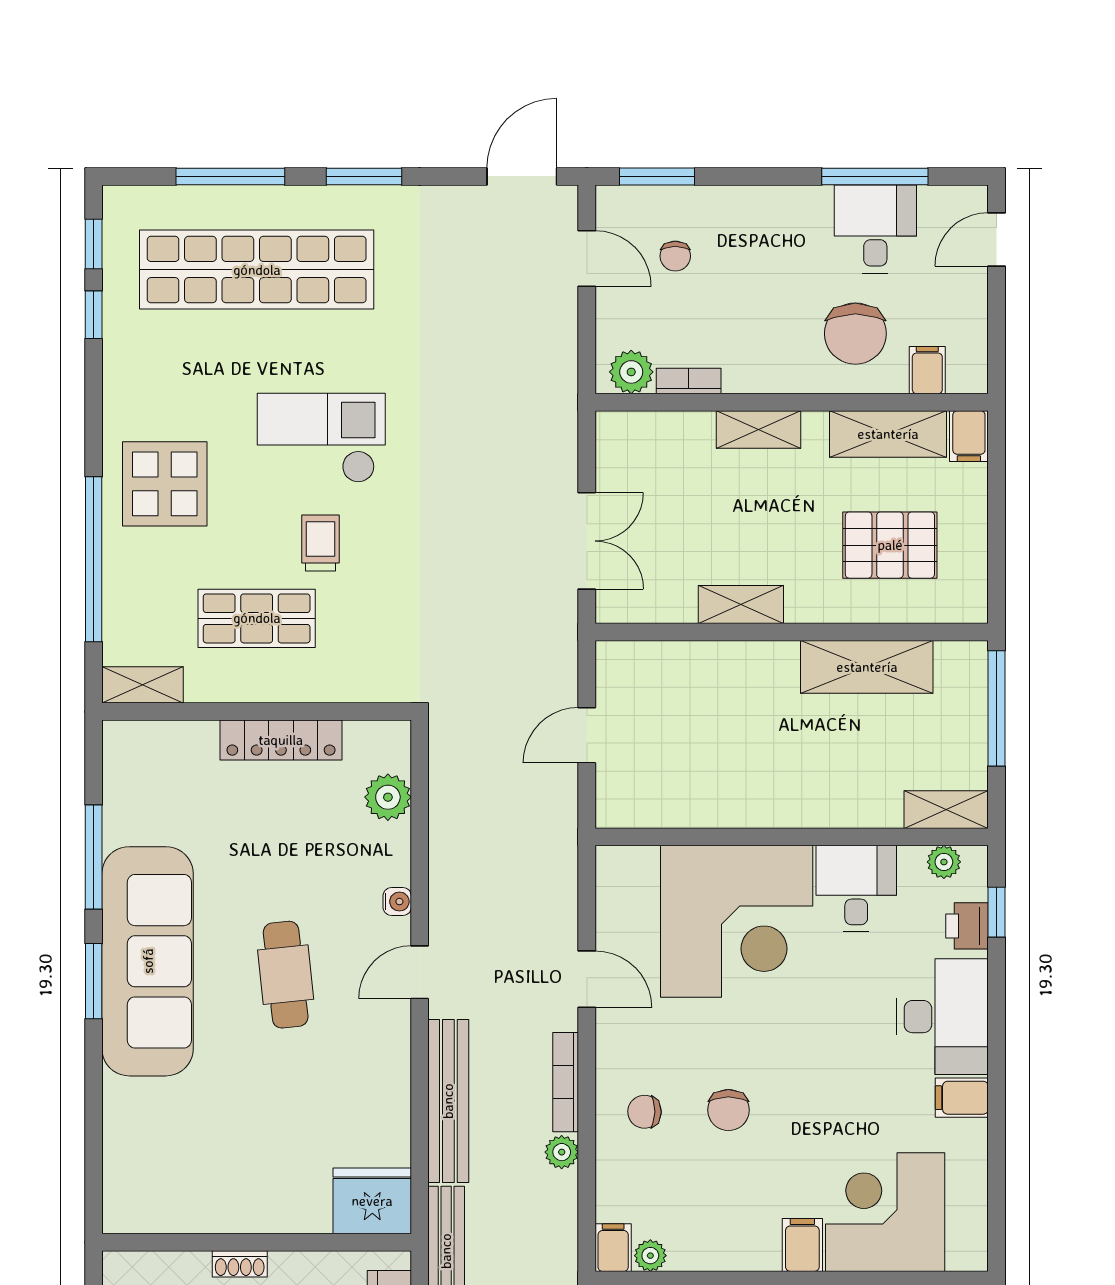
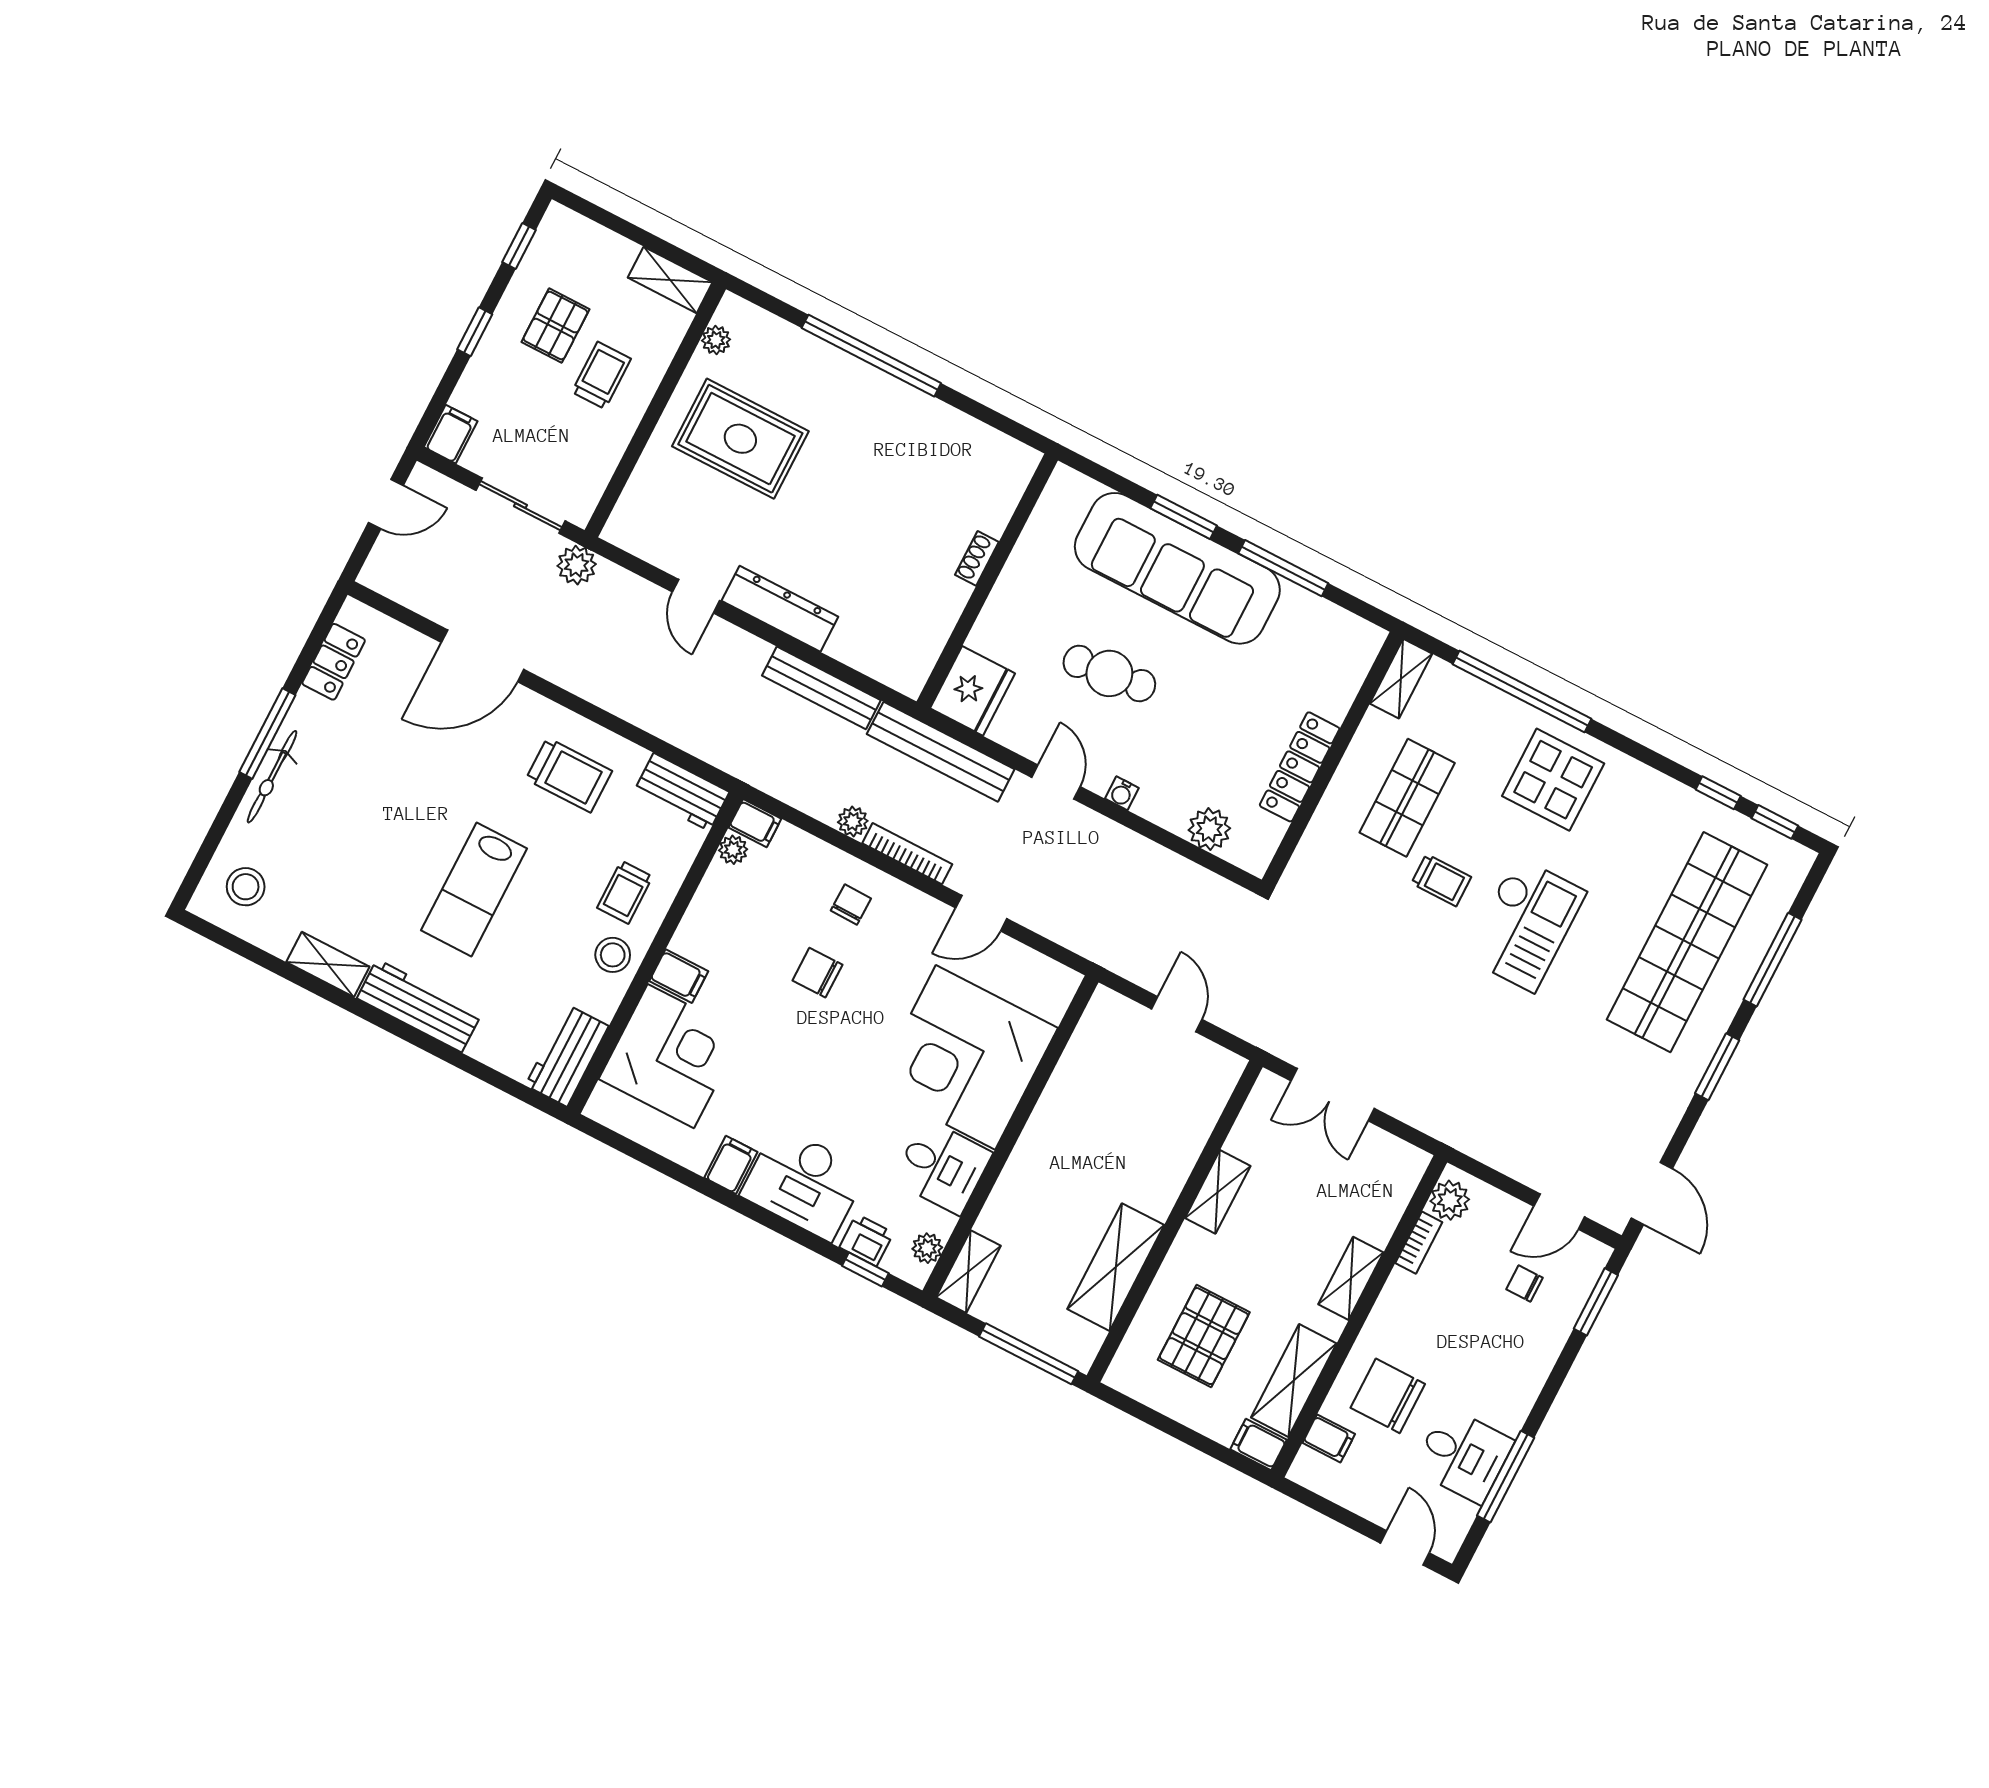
fridge: (372, 1201) -> (973, 691), moved
wall: (257, 1242) -> (987, 581), moved
shoe rack: (240, 1264) -> (977, 558), moved

